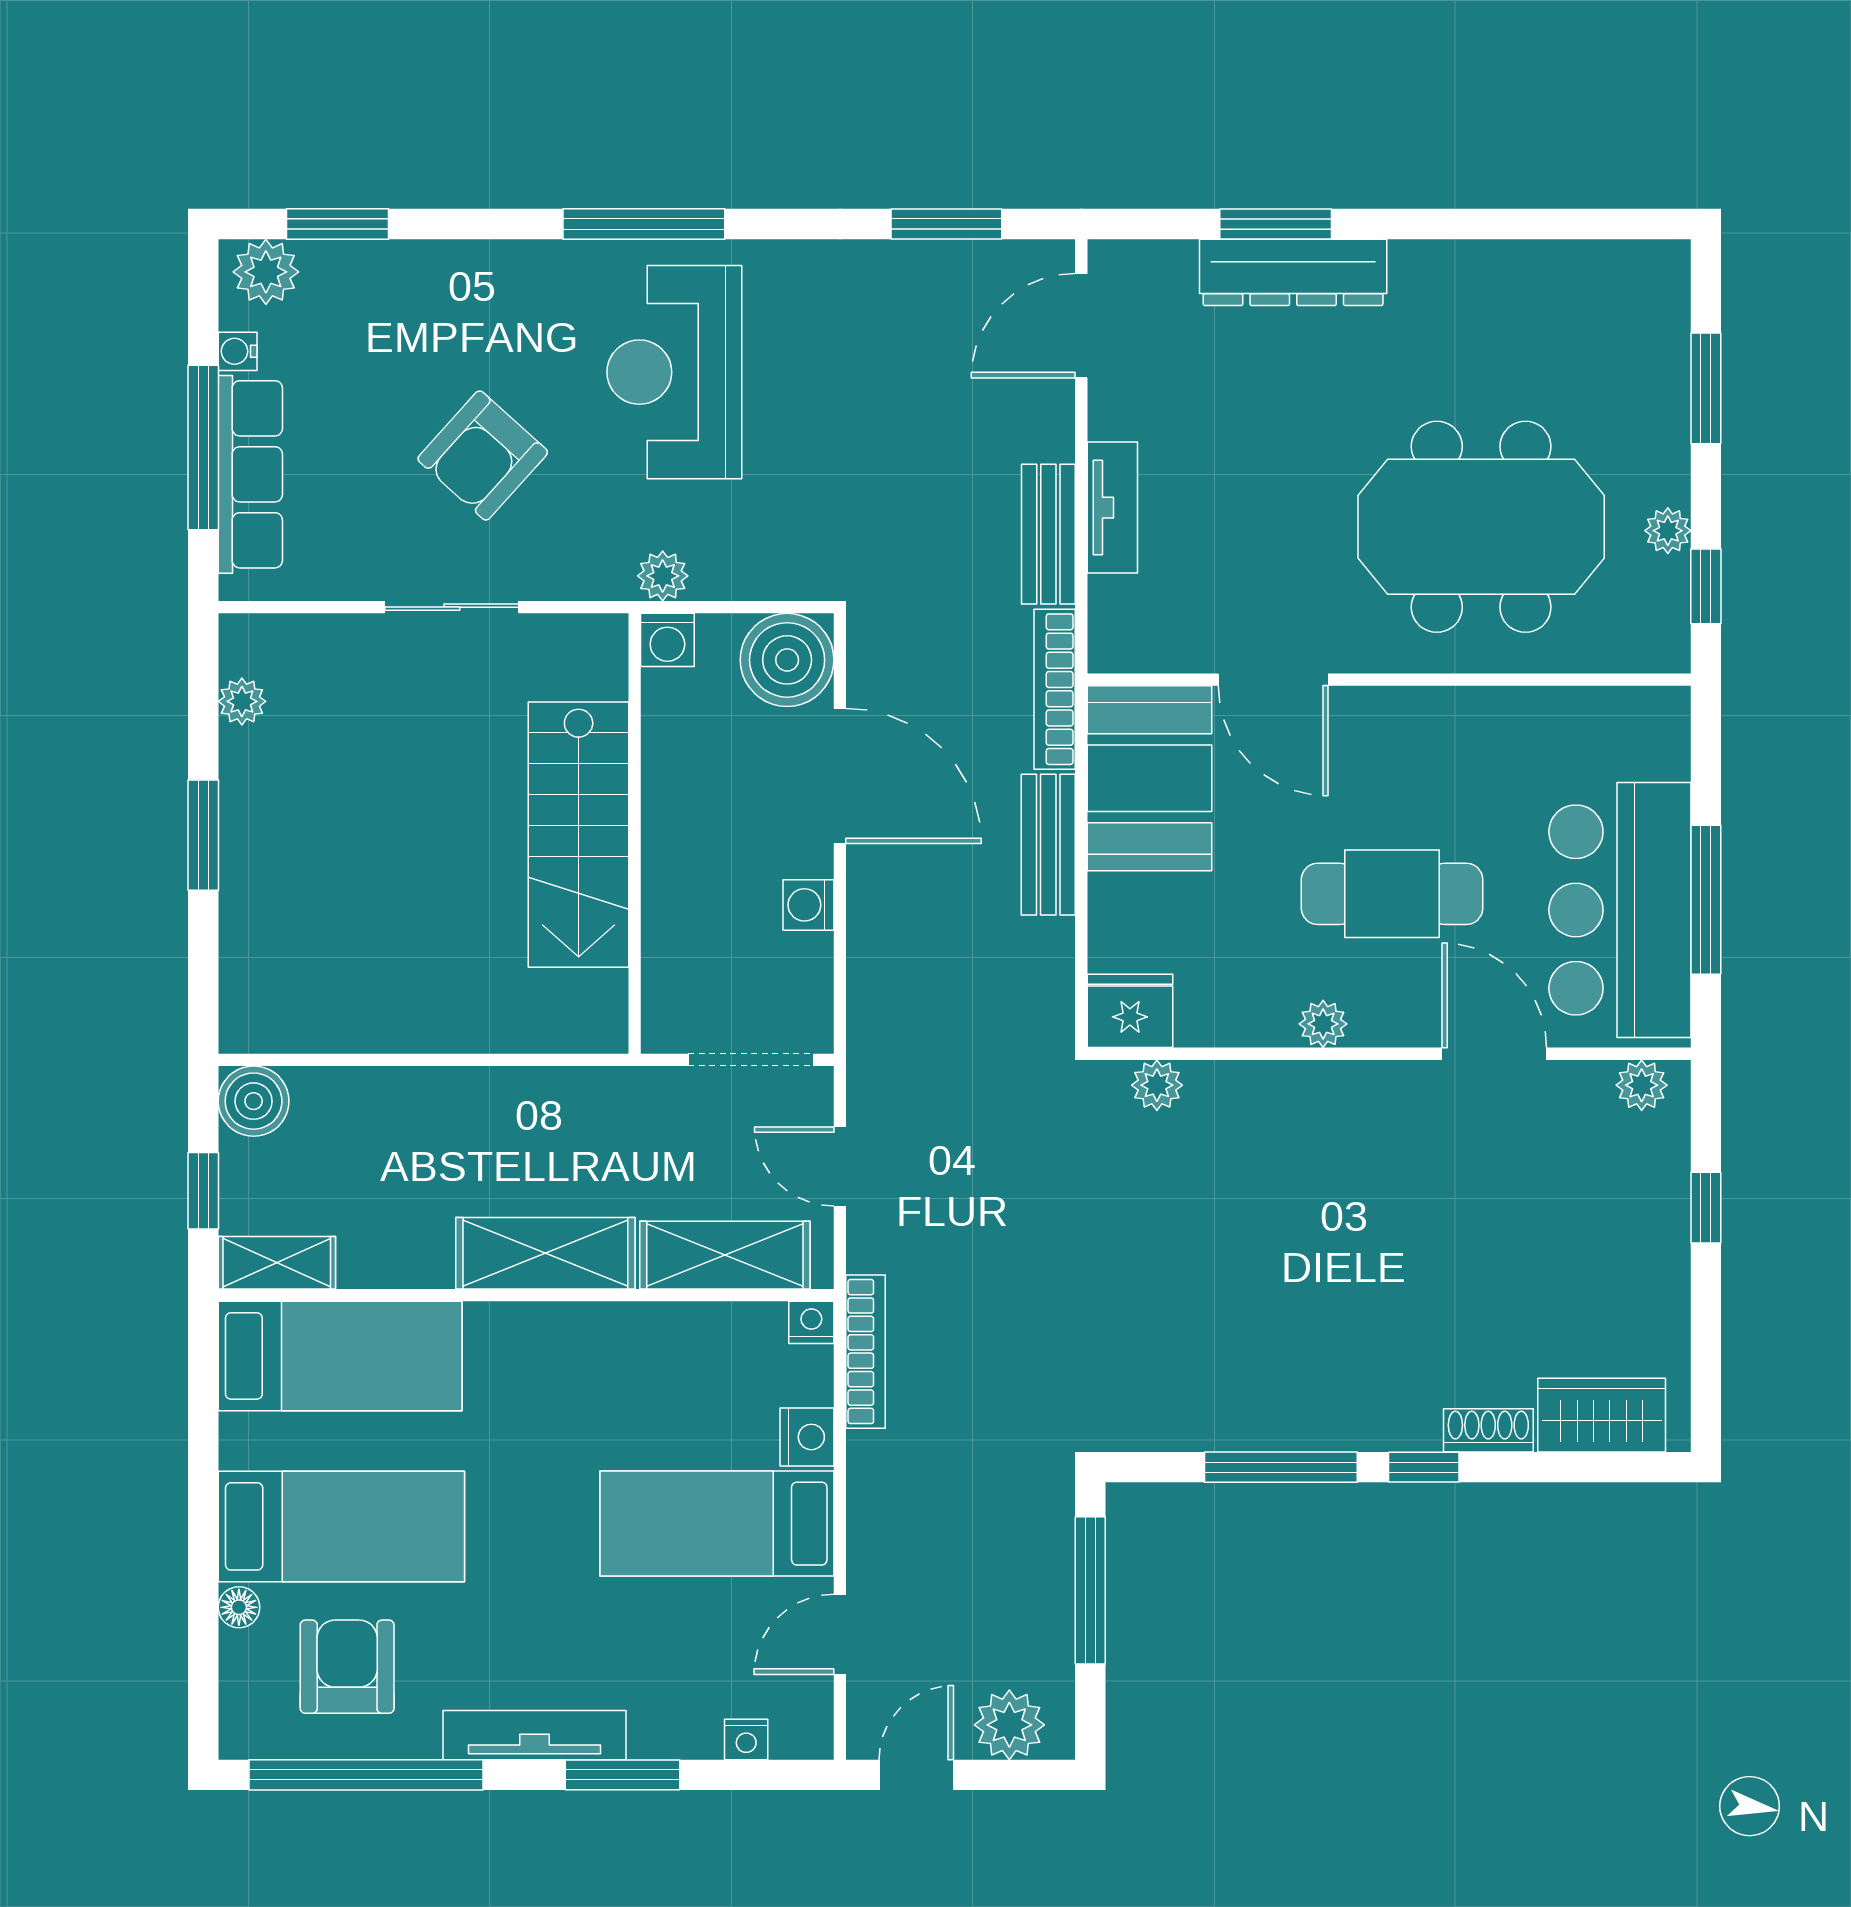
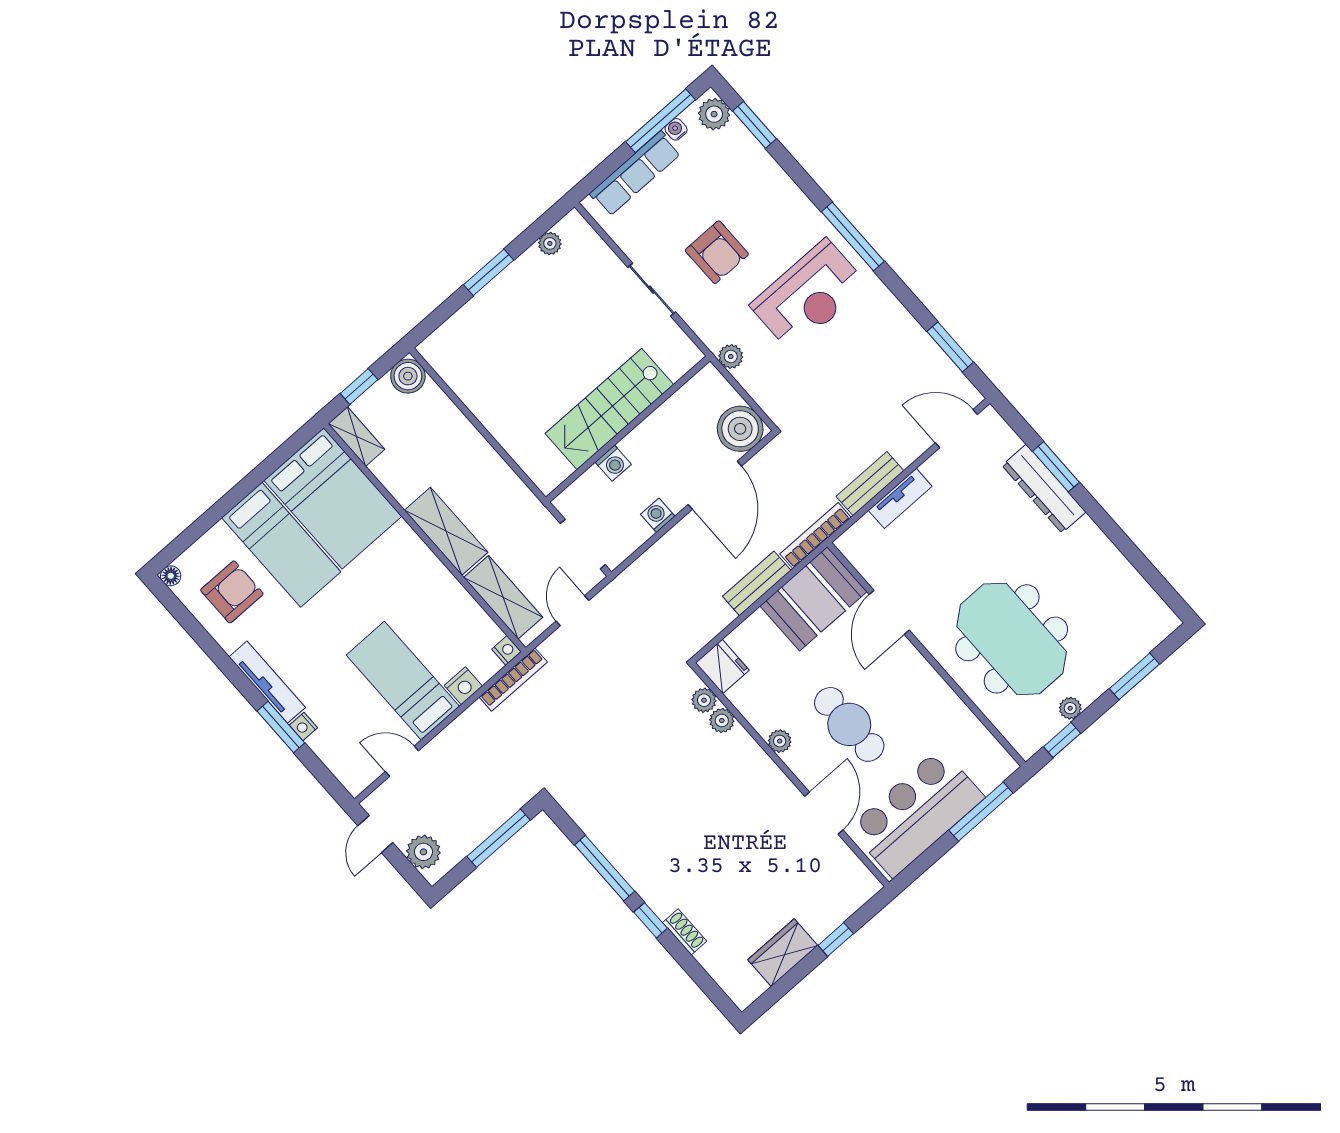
reception desk: (674, 372) -> (809, 295), turned 180
window: (203, 447) -> (661, 121), moved
armchair: (483, 456) -> (717, 252), turned -132
washing machine: (667, 640) -> (613, 463), moved, turned -90
window: (1706, 900) -> (981, 812), moved
plant: (1642, 1085) -> (722, 721), moved
bed: (340, 1356) -> (333, 498), width x1.50
wardrobe: (1602, 1415) -> (783, 953), moved, turned -90
floor lamp: (239, 1607) -> (171, 576), moved
nightstand: (746, 1739) -> (303, 726), moved
window: (366, 1775) -> (199, 634), removed
door: (916, 1775) -> (375, 834), swing flipped

